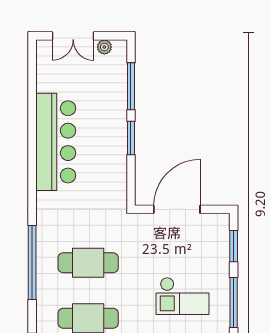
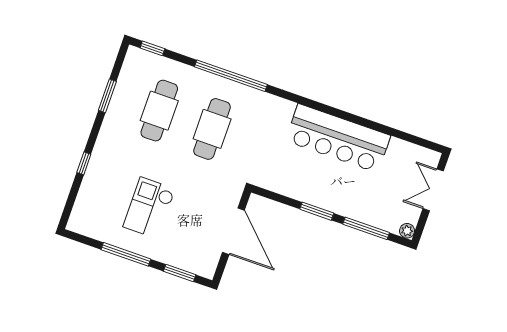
plant: (104, 47) -> (407, 231), moved

